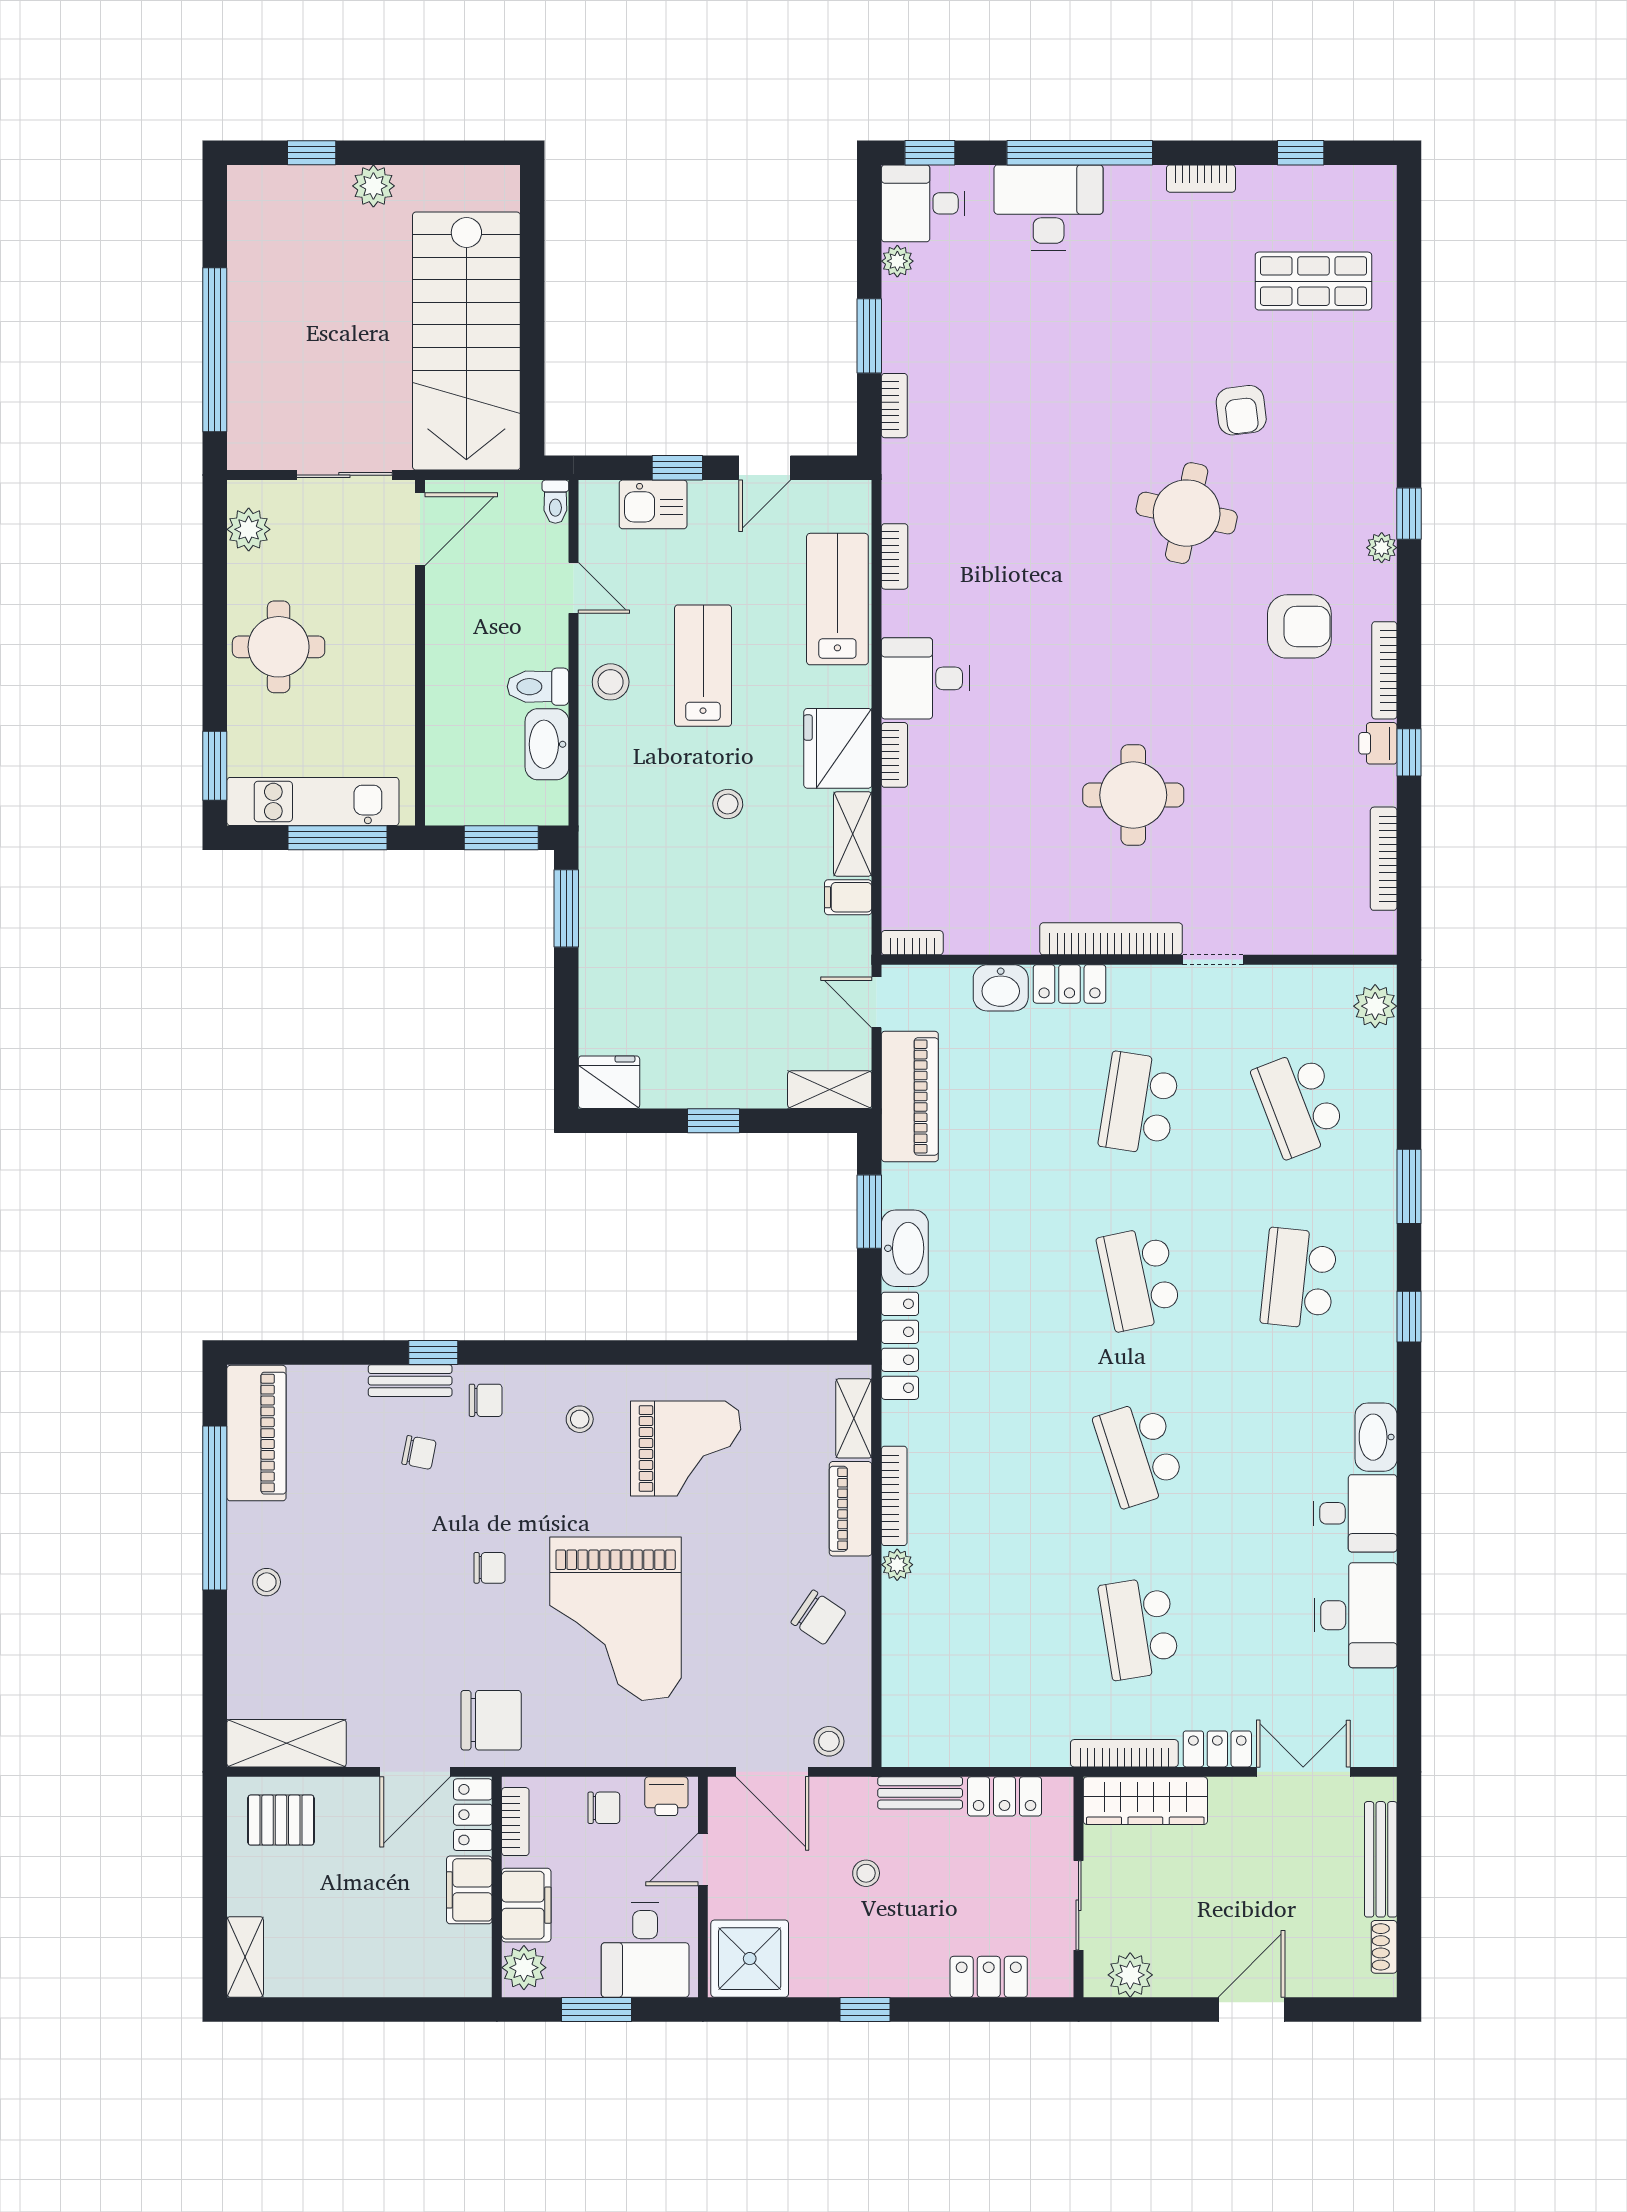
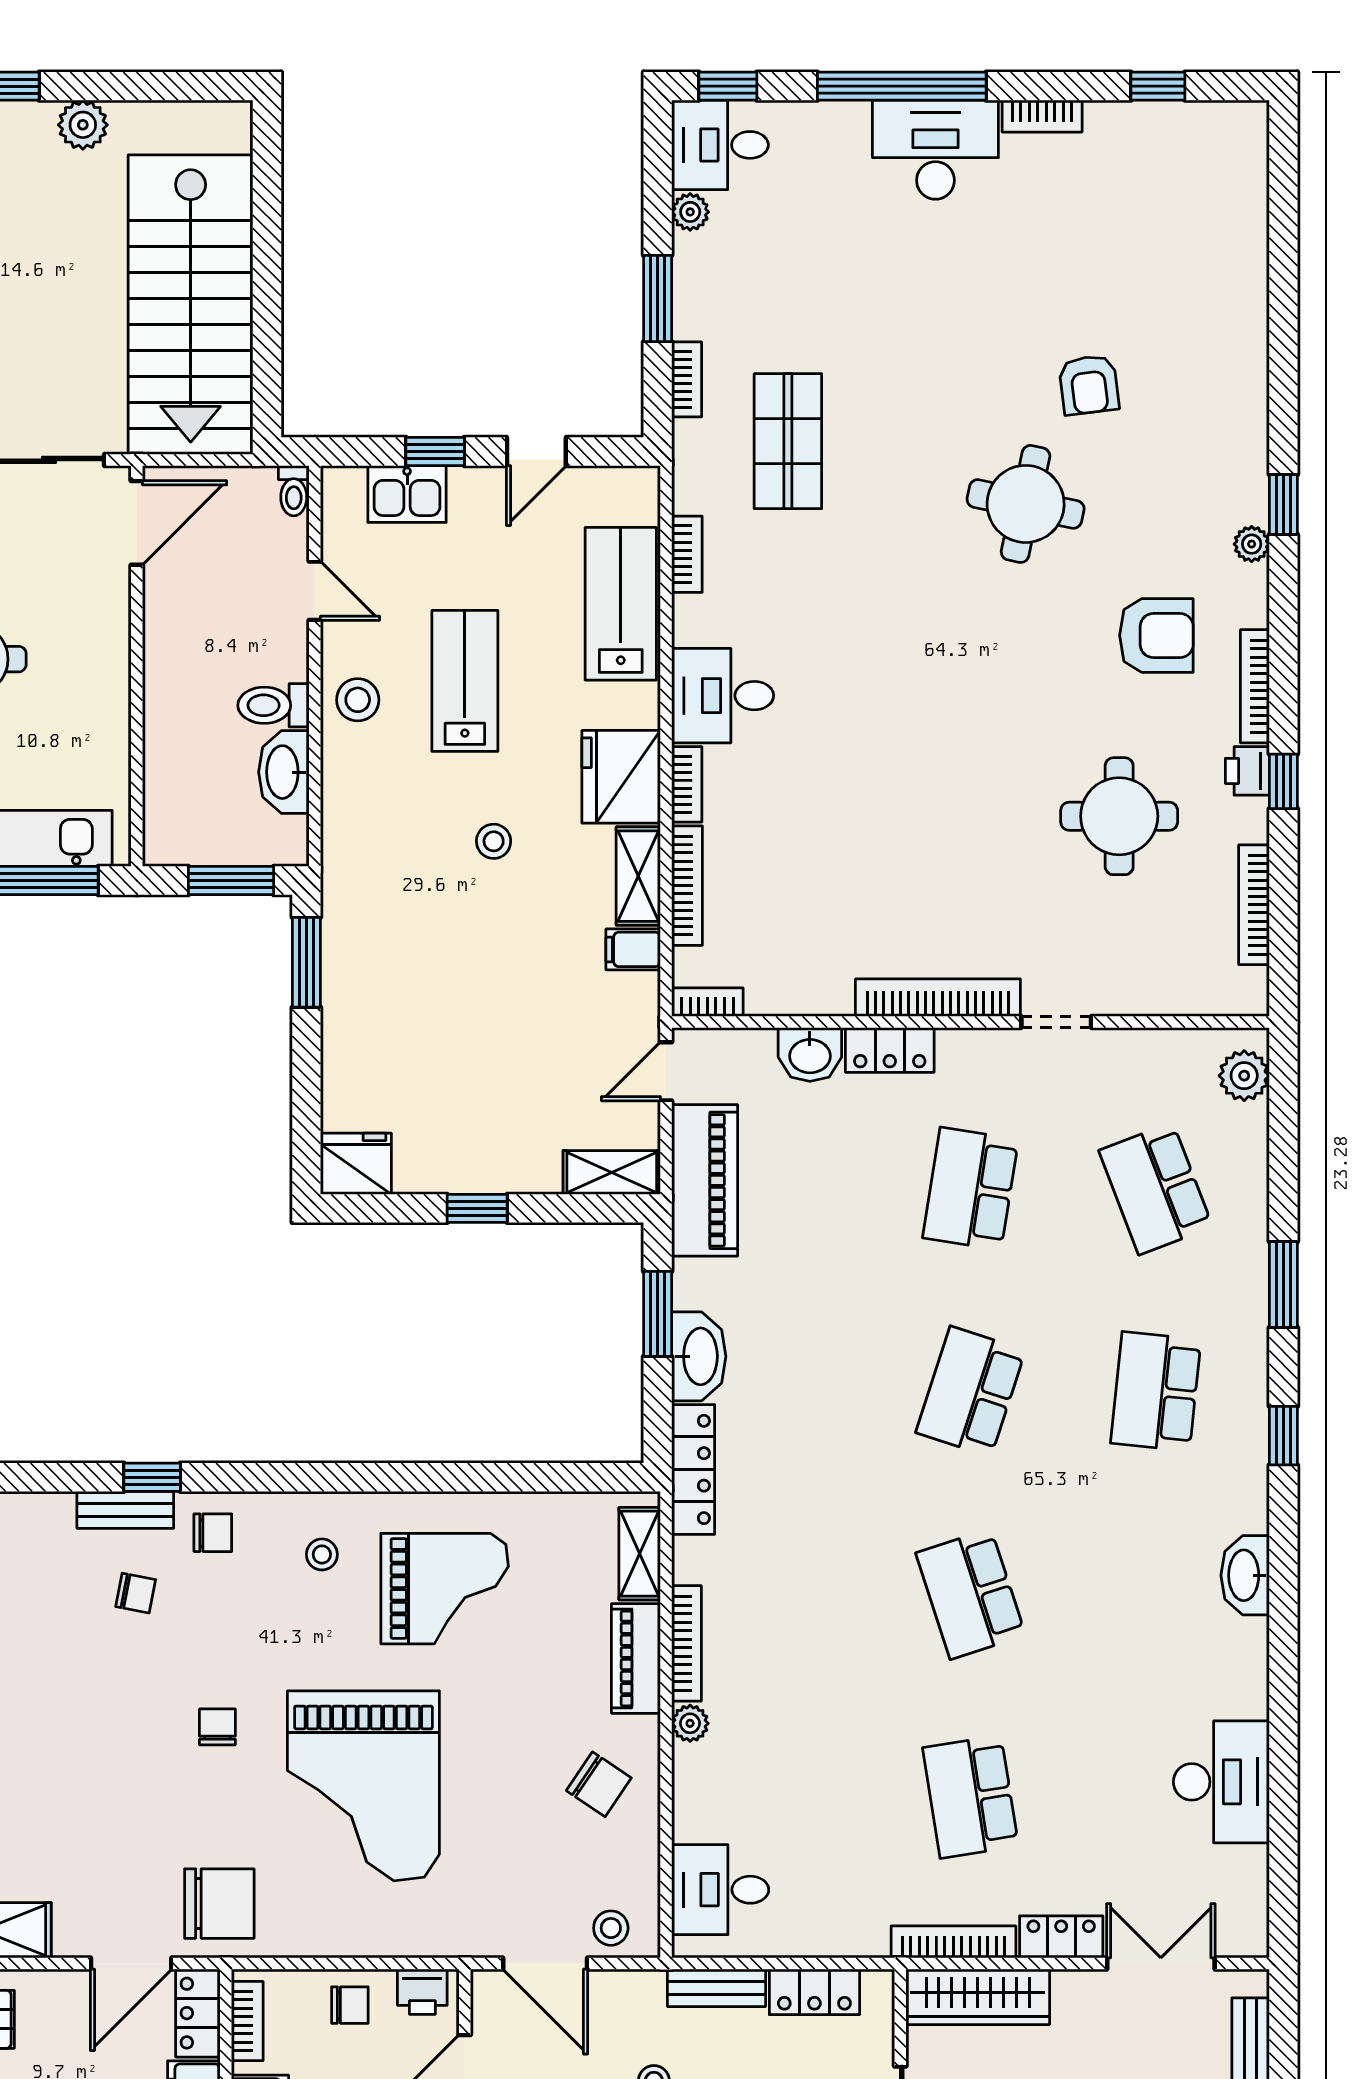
desk: (1049, 207) -> (935, 150), moved
shop shelf: (1313, 281) -> (788, 441), moved, turned 90
round table: (1133, 795) -> (1119, 816), moved
bookcase: (895, 842) -> (687, 886), added
door: (877, 1002) -> (666, 1071), hinge flipped
school desk: (1139, 1278) -> (971, 1391), turned 30
desk: (1355, 1513) -> (720, 1890), moved, turned 180
chair: (490, 1568) -> (217, 1727), turned -90

